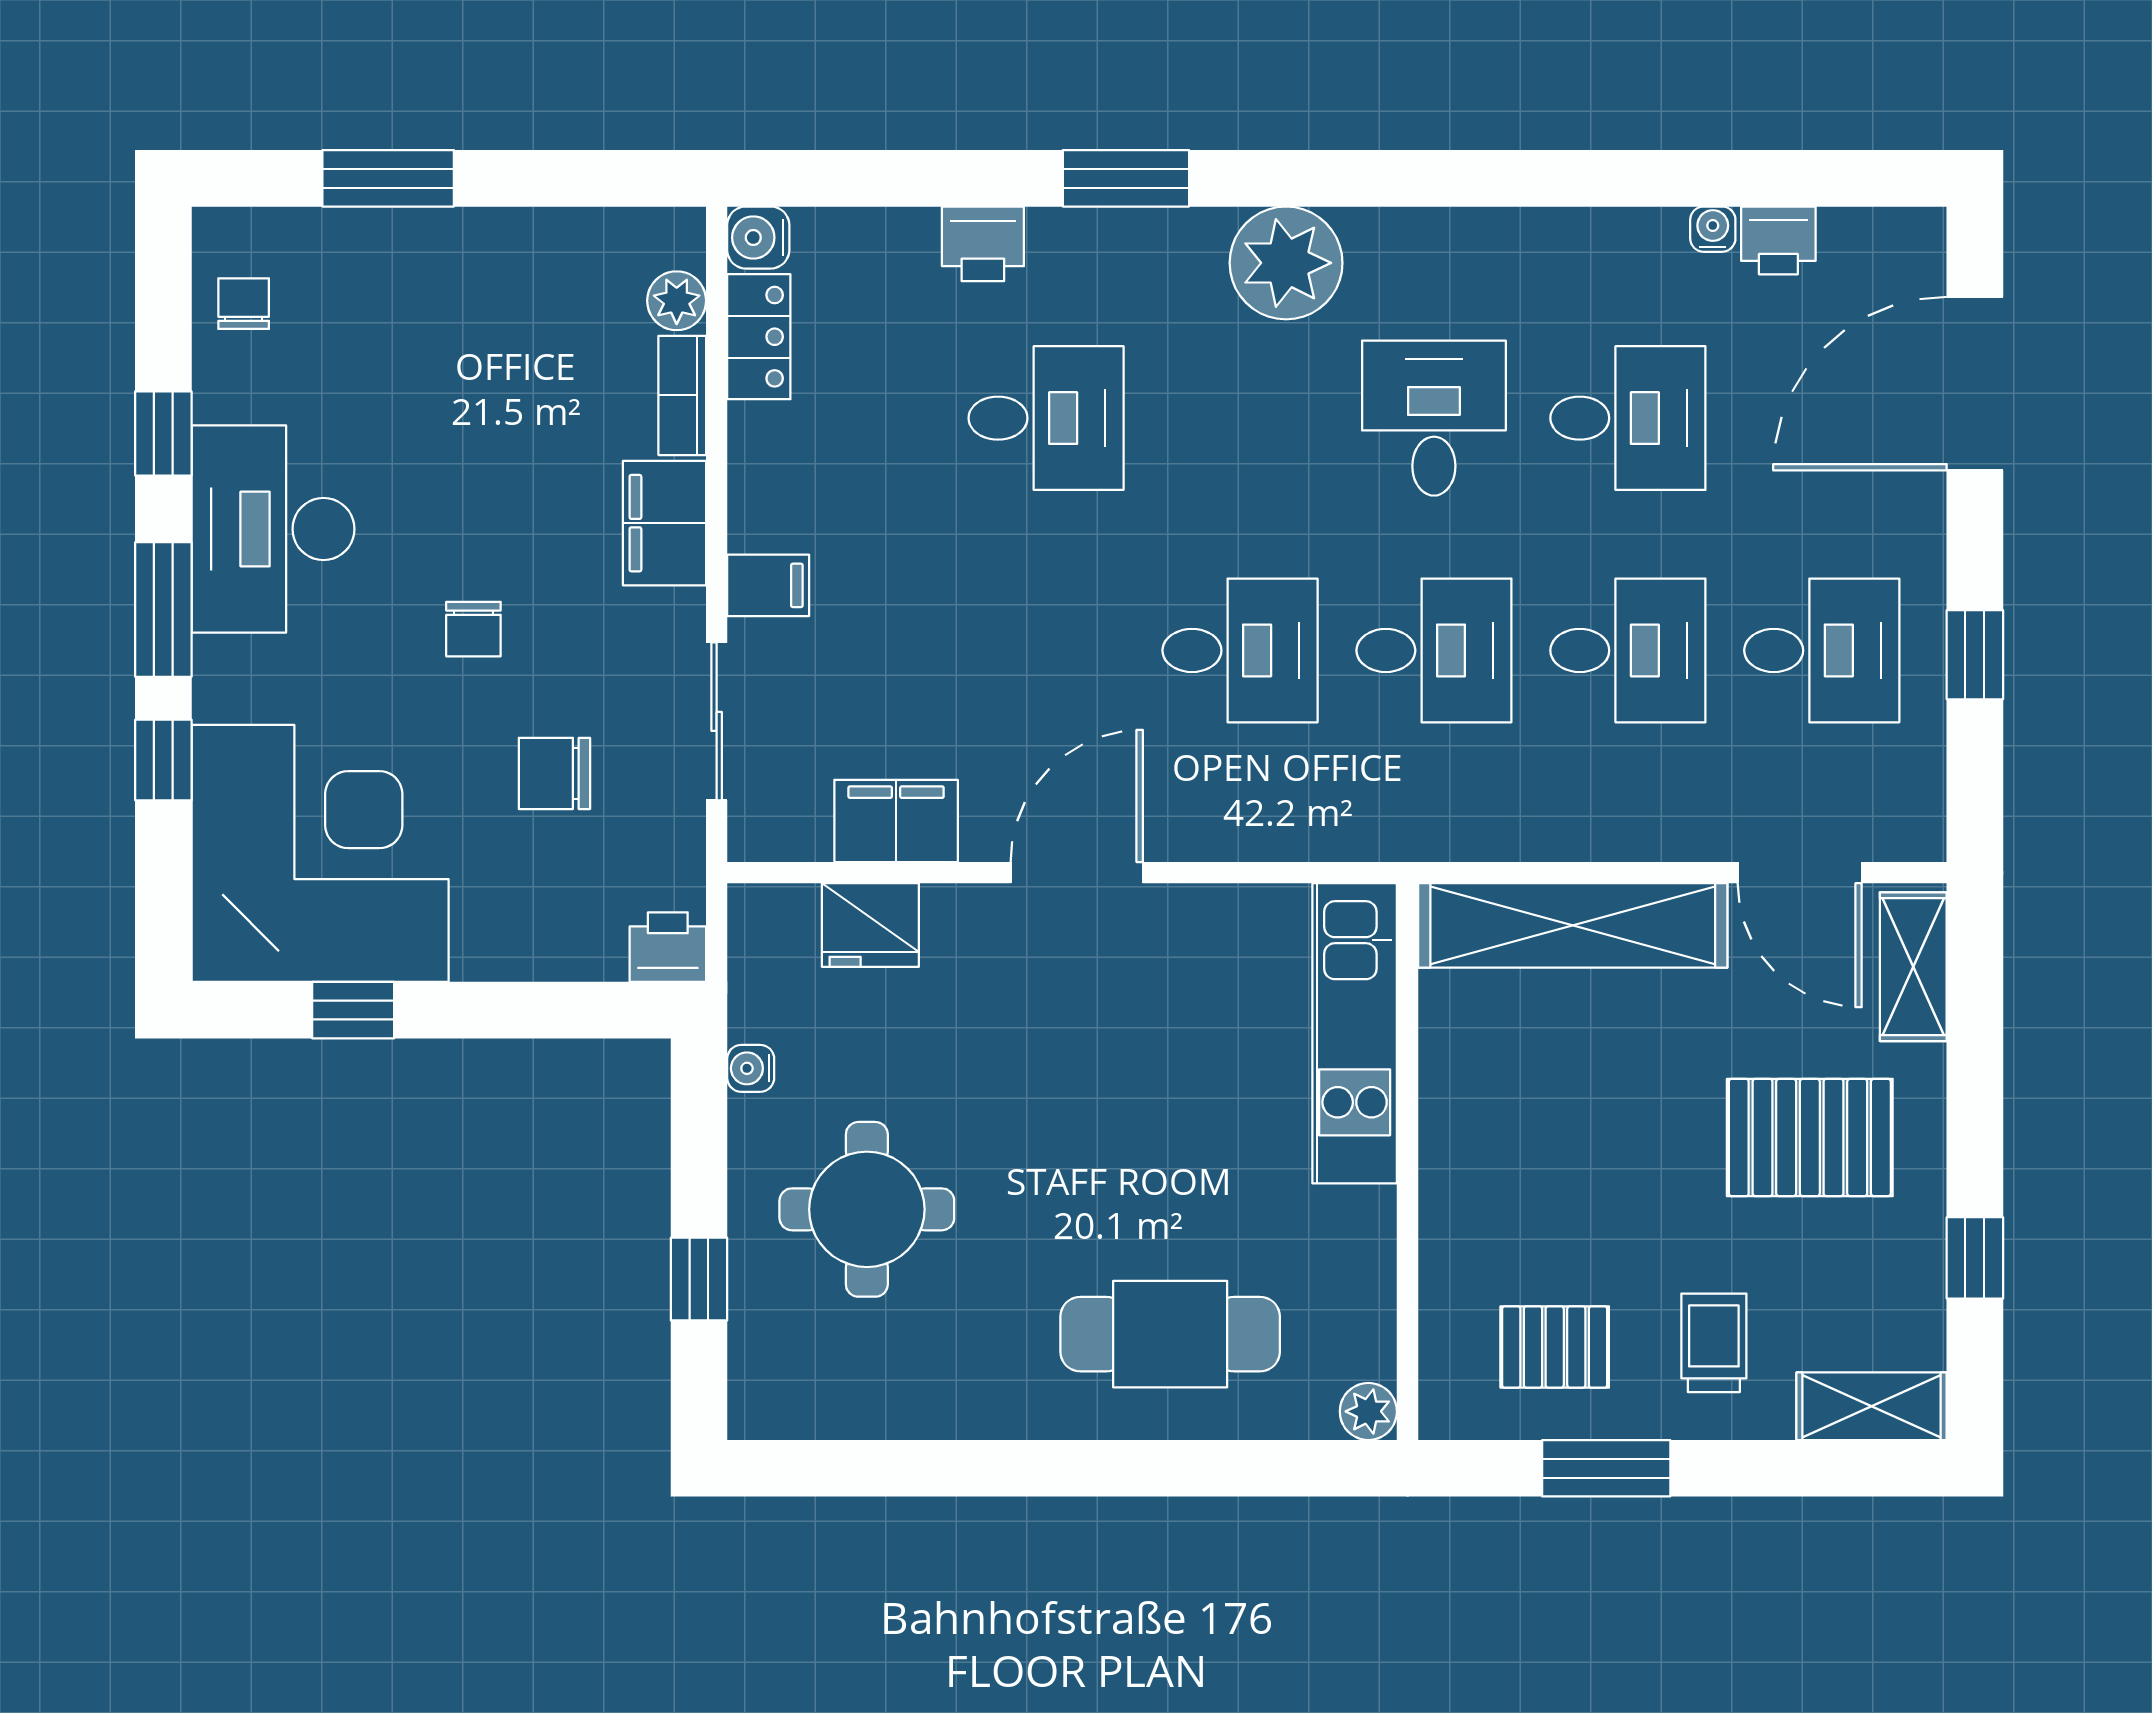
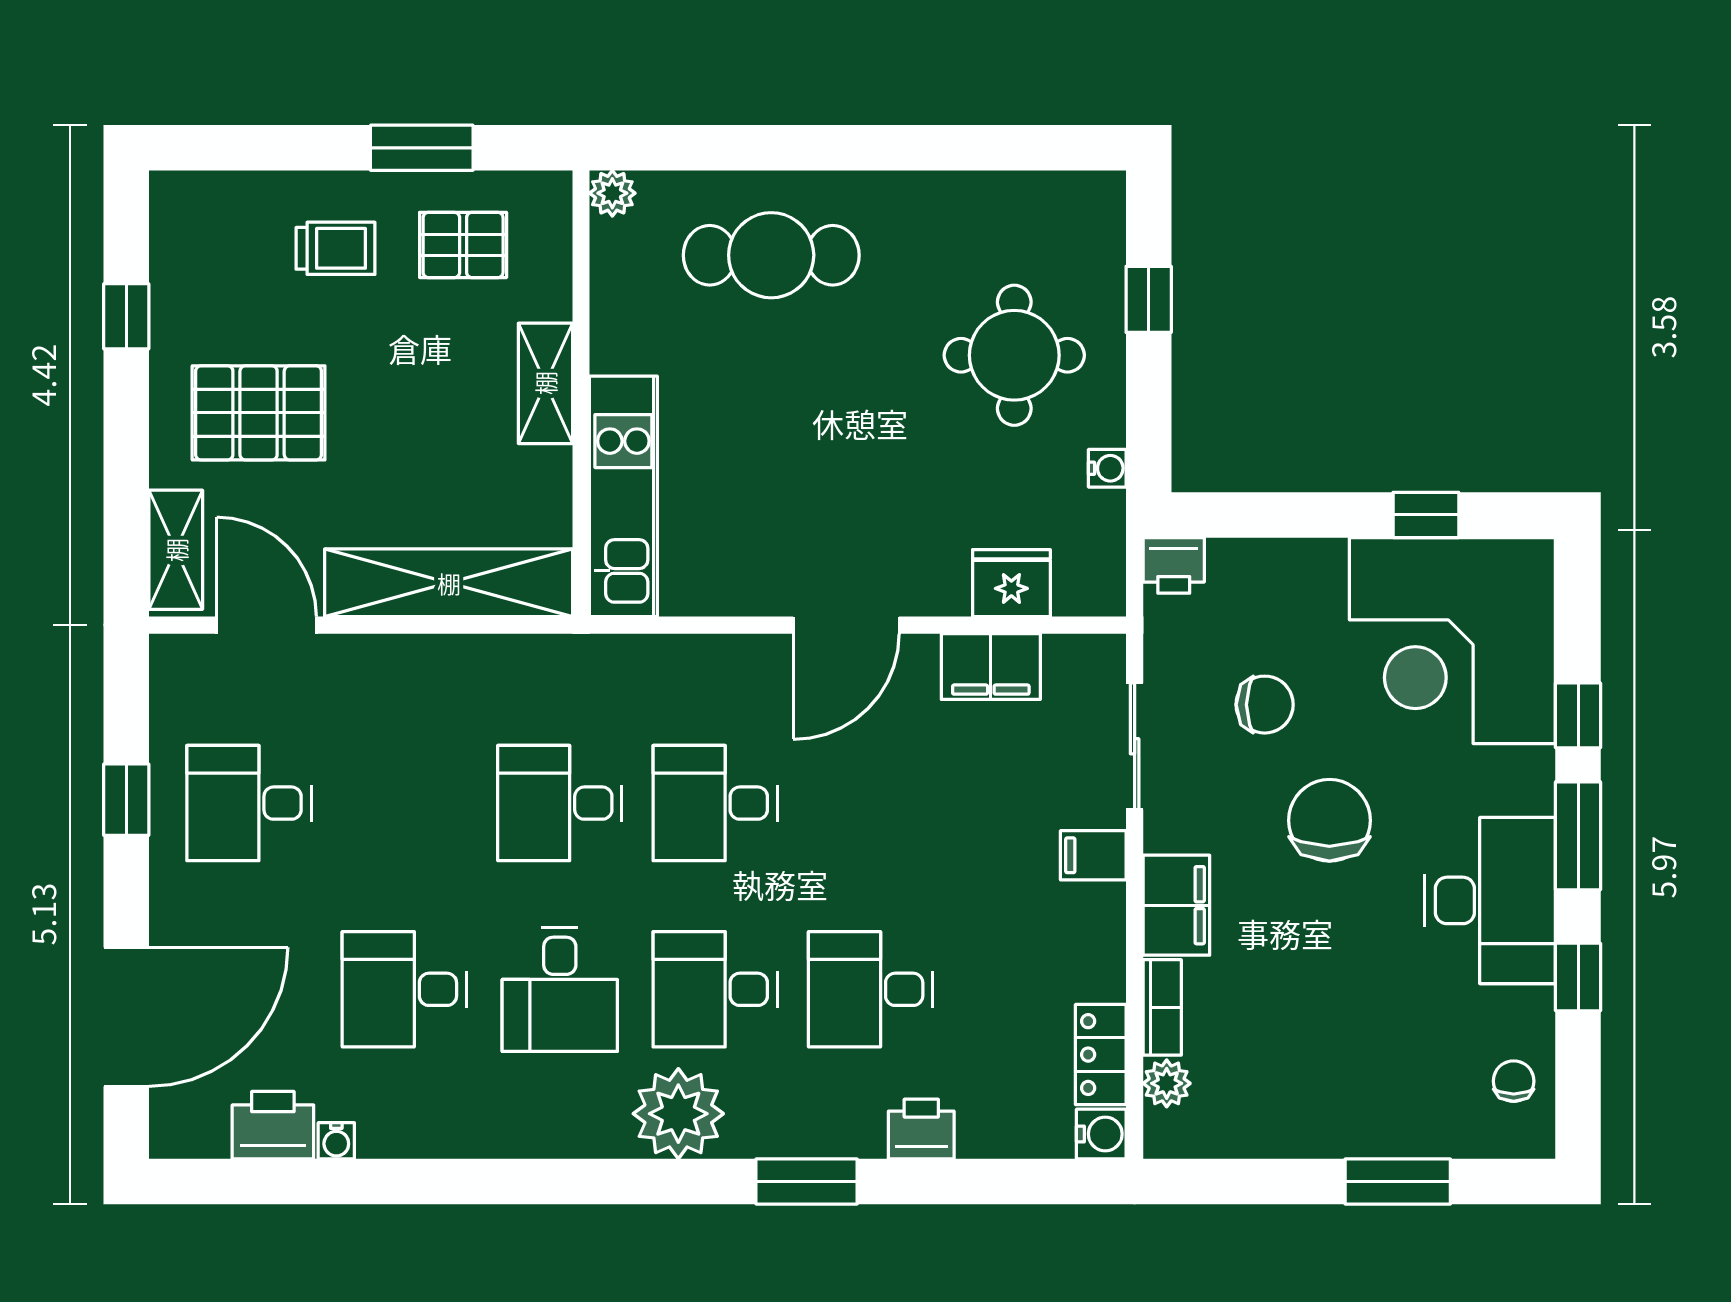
printer: (1778, 240) -> (273, 1125), width x1.36, depth x1.24
chair: (244, 304) -> (1514, 1081), turned 180
chair: (473, 629) -> (1329, 820), width x1.87, depth x1.87
desk: (1628, 650) -> (715, 989), moved
trolley: (1714, 1343) -> (335, 248), turned -90
shelving: (1872, 1406) -> (545, 383), moved, turned 90

